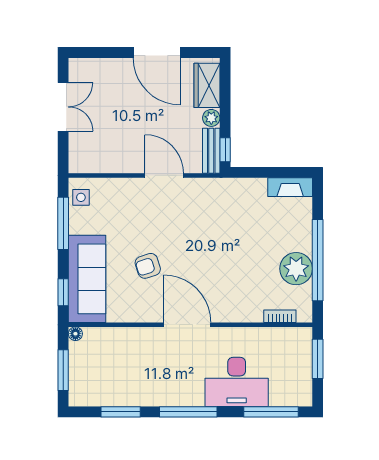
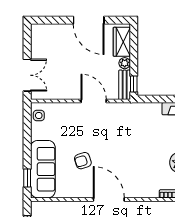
double door: (63, 107) -> (27, 75), moved
window: (63, 223) -> (27, 133), removed
floor lamp: (75, 334) -> (35, 205), removed

